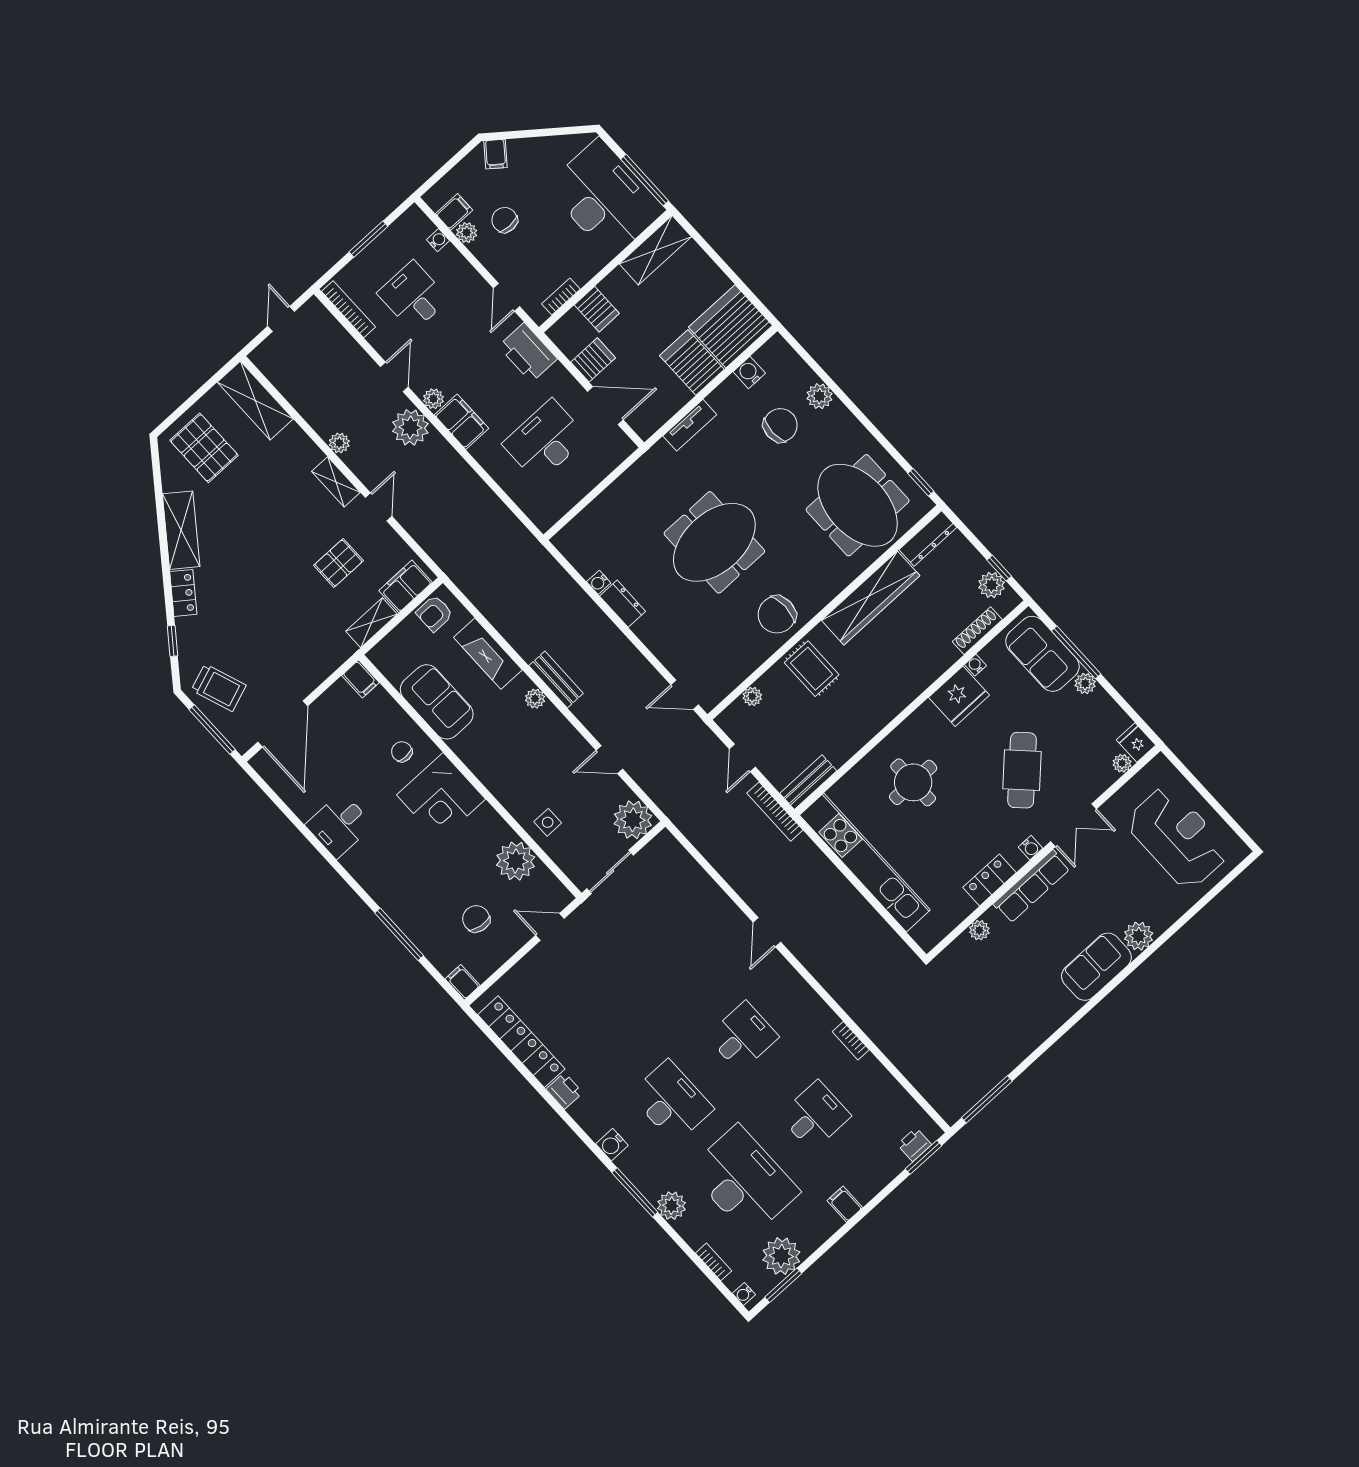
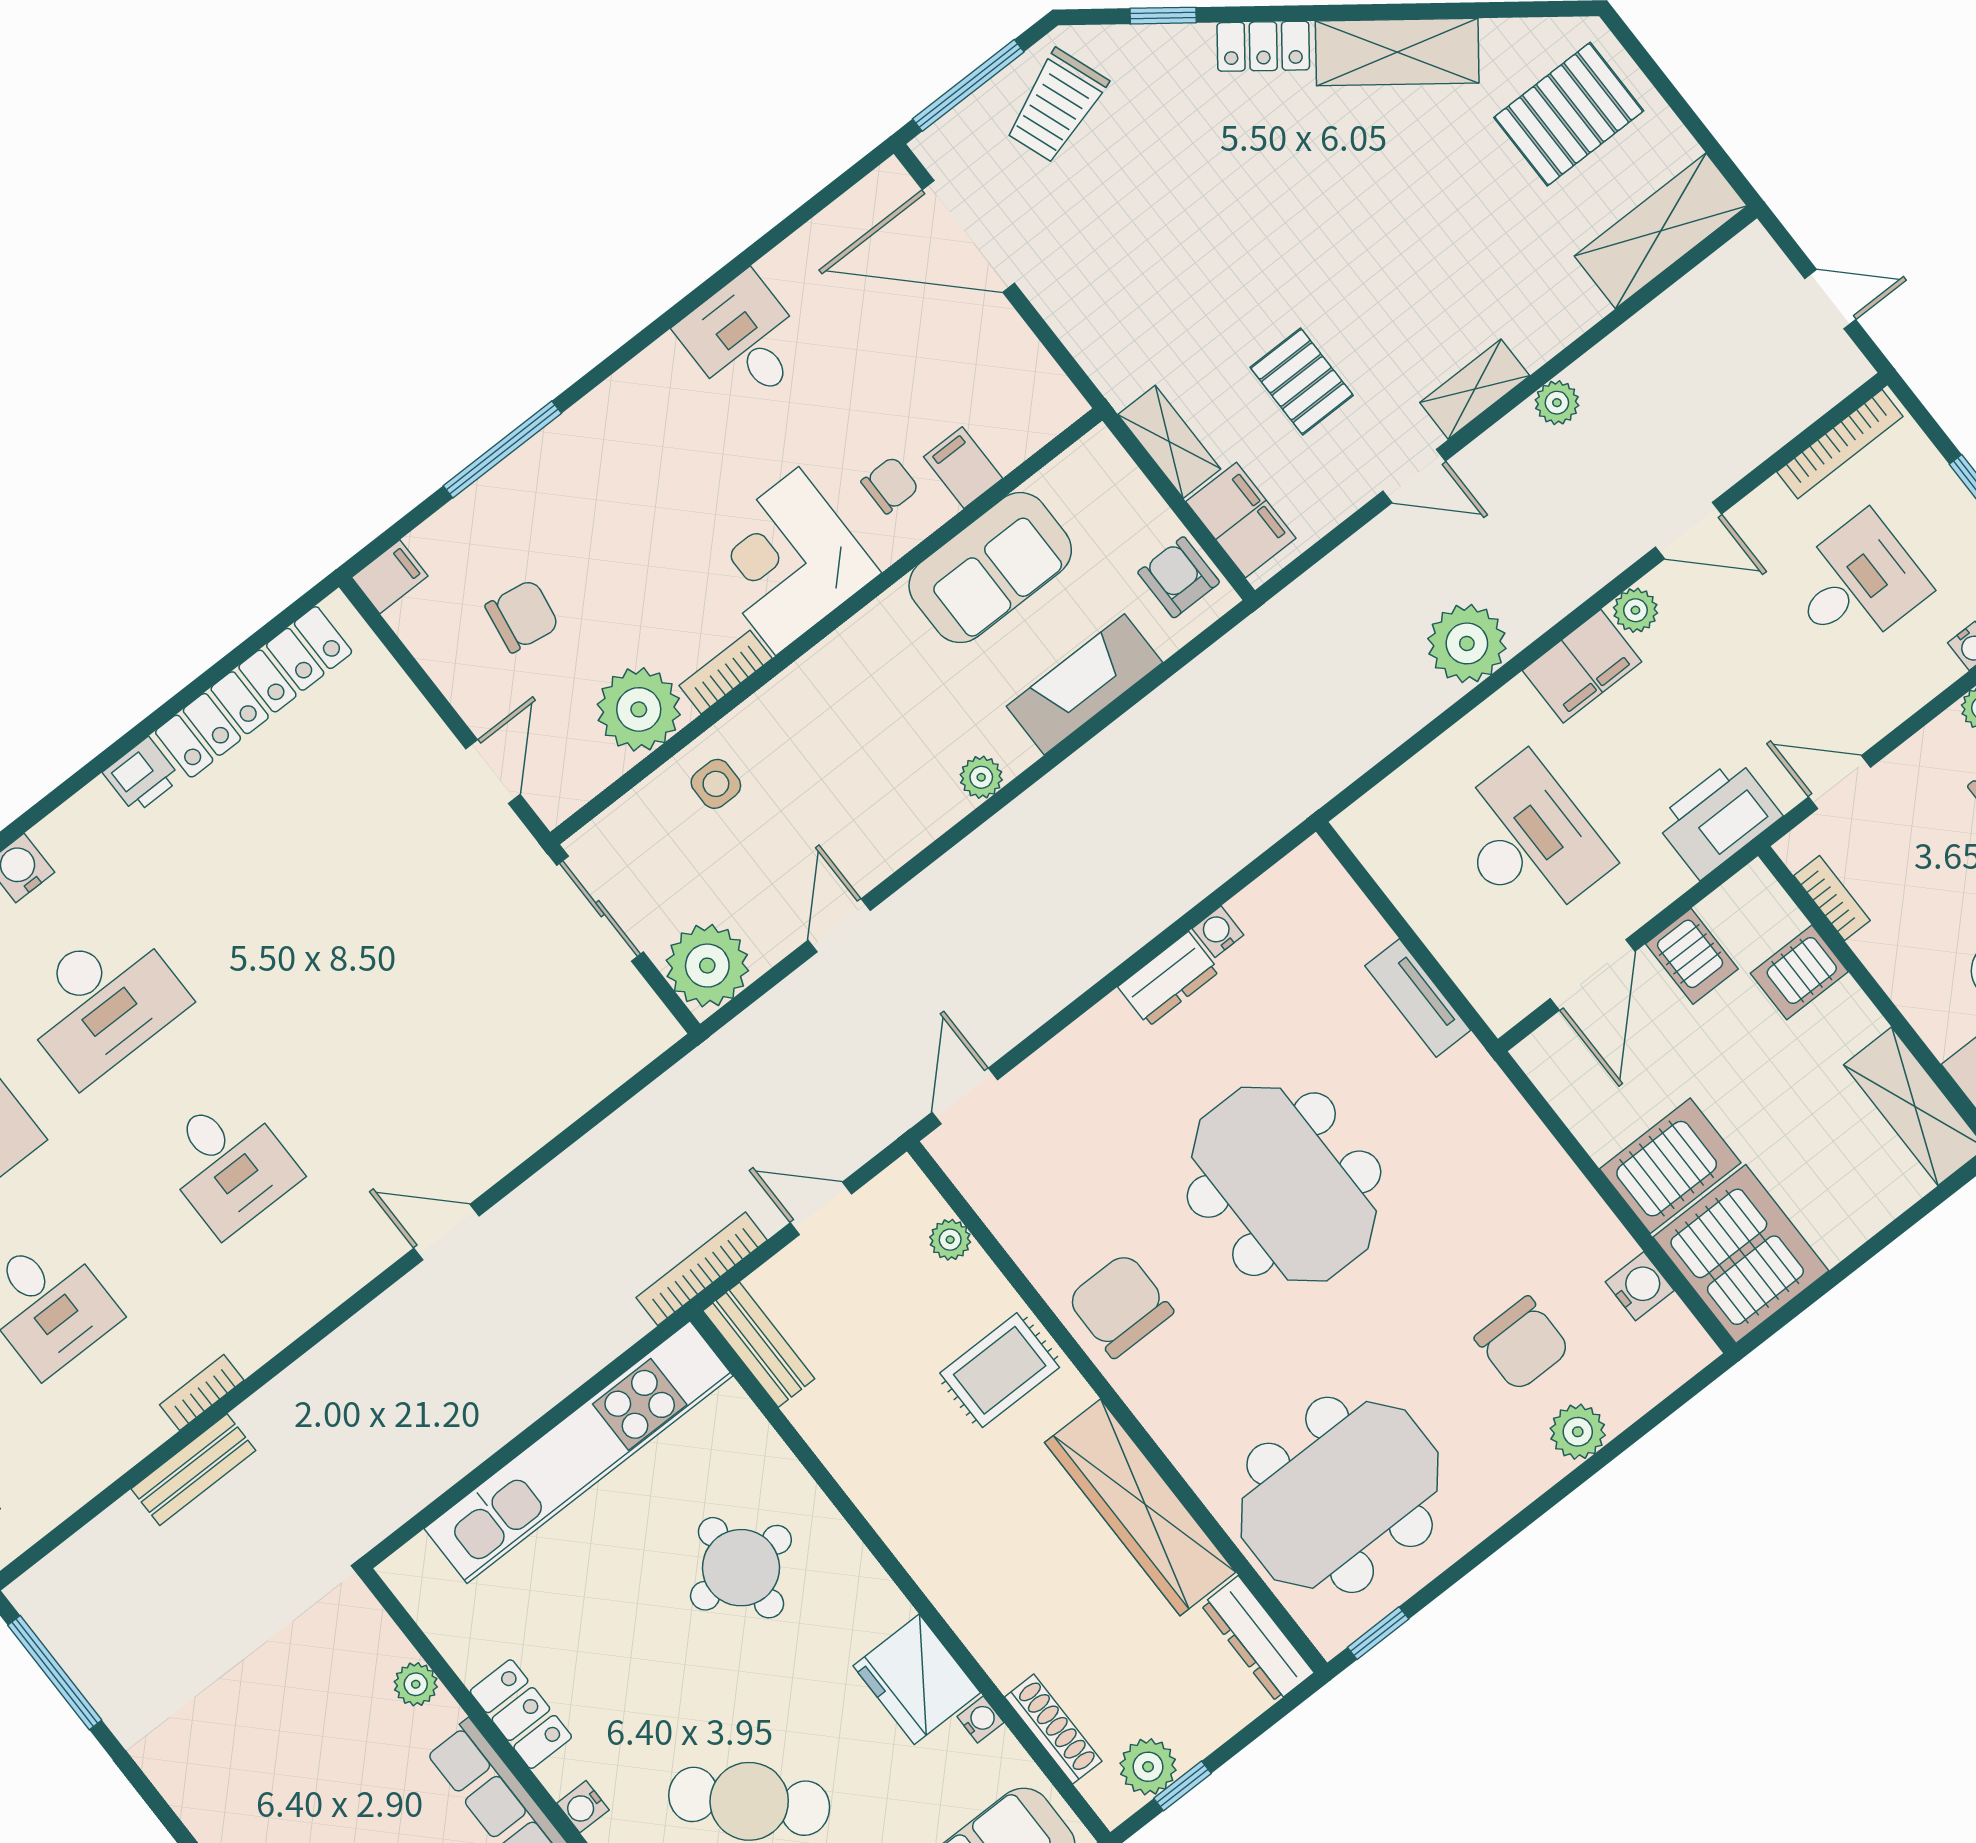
tv unit: (690, 425) -> (1418, 998), moved
plant: (410, 427) -> (1467, 643), moved
filing cabinet: (360, 679) -> (963, 468), moved, turned 90
bench: (556, 680) -> (193, 1470), moved
bookcase: (495, 822) -> (726, 672), added

